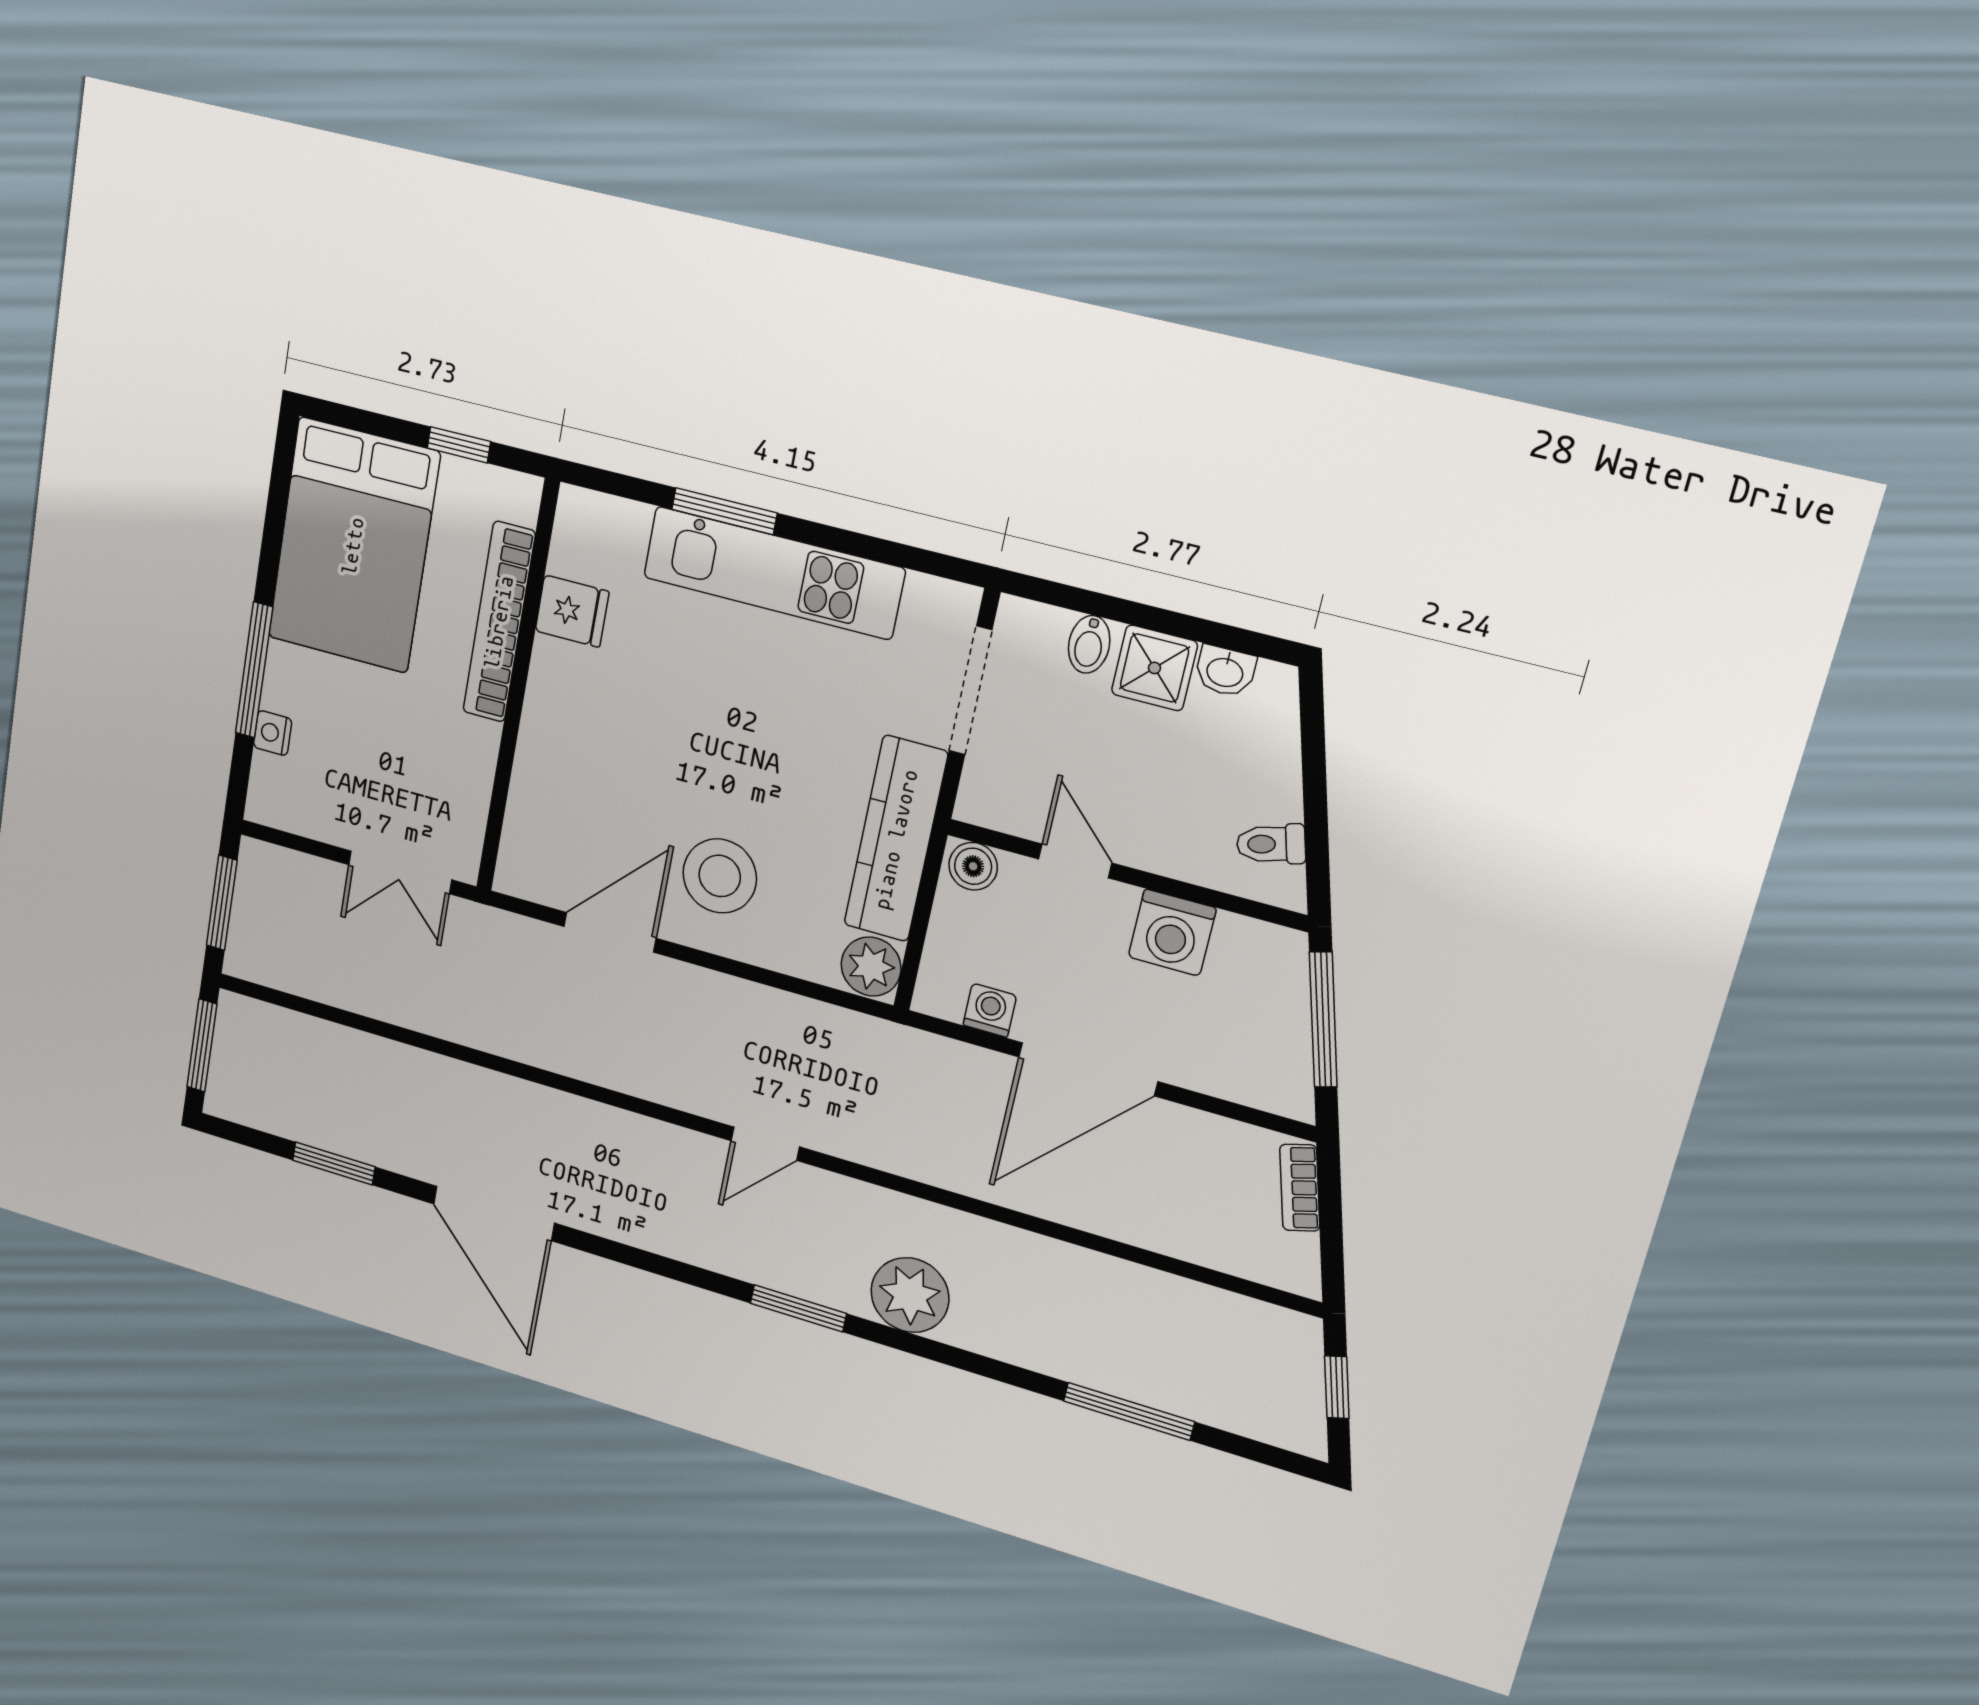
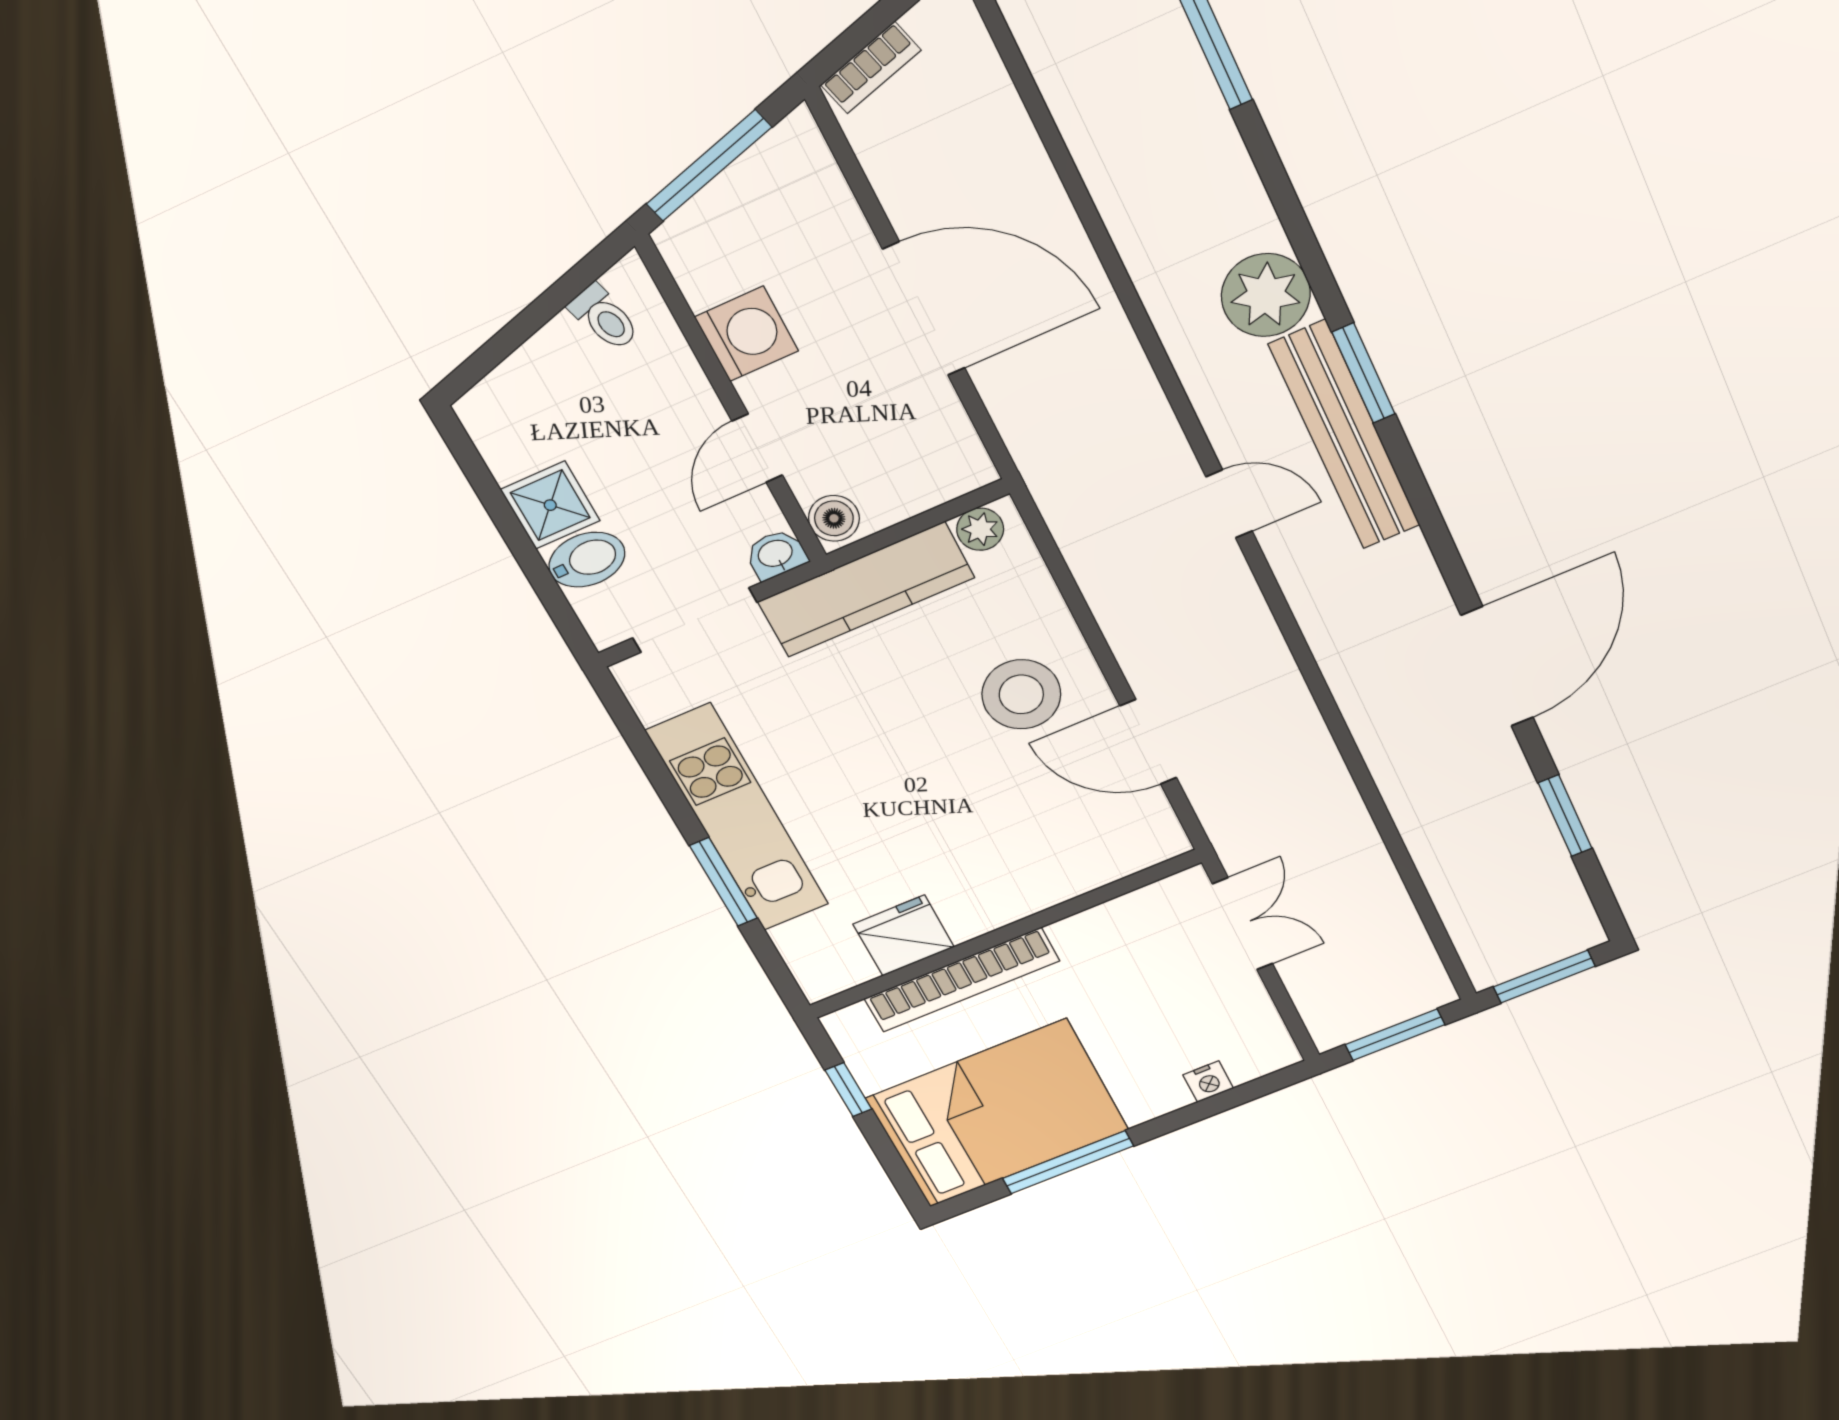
fridge: (572, 611) -> (904, 936), width x1.38
bidet: (1089, 644) -> (587, 560), width x1.38, depth x1.36
window: (254, 670) -> (1068, 1162), moved
washbasin: (1225, 671) -> (776, 554), moved, turned -90
plant: (871, 967) -> (980, 529), width x0.73, depth x0.73
washing machine: (990, 1010) -> (944, 419), removed
bench: (759, 1259) -> (1345, 436), added

